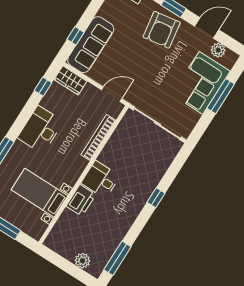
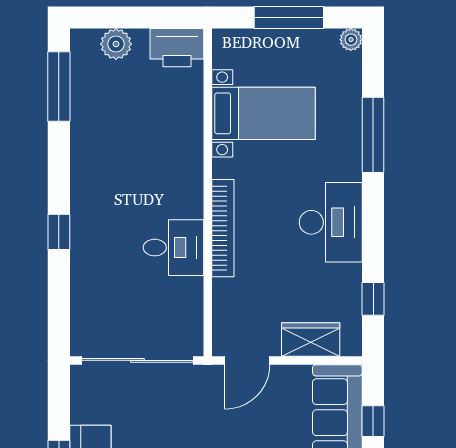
wardrobe: (70, 80) -> (311, 340), moved
bookcase: (98, 138) -> (223, 228), moved
desk: (101, 180) -> (173, 248), moved
printer: (81, 200) -> (177, 48), moved, turned -90

